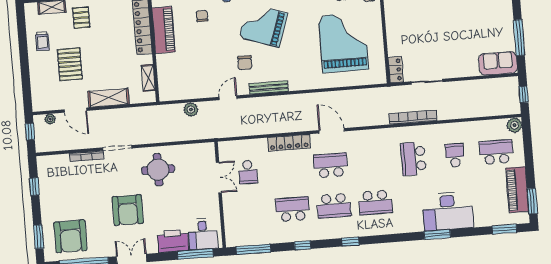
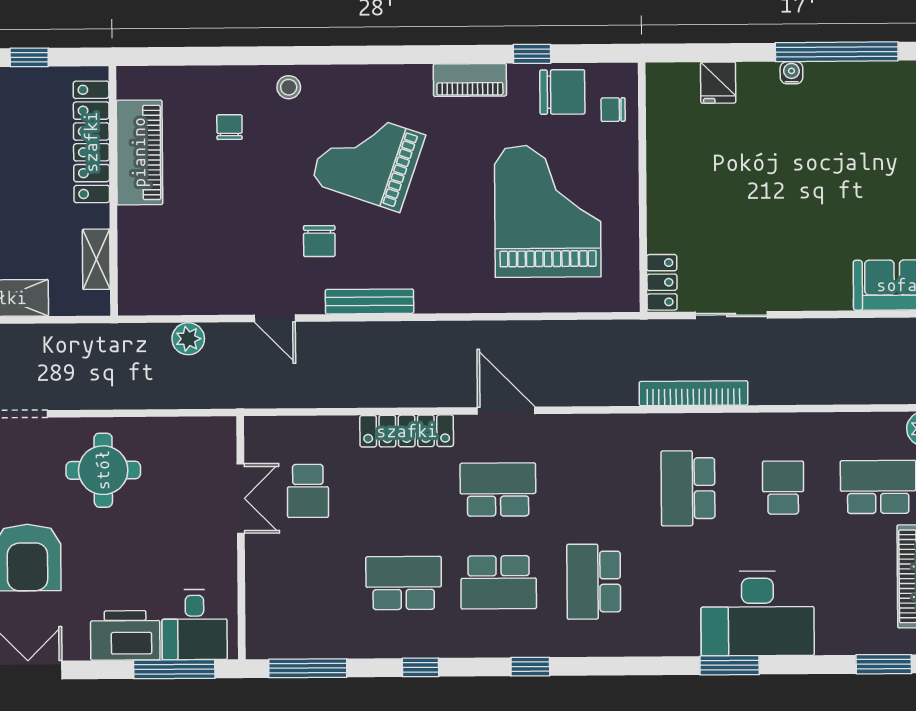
door: (228, 98) -> (275, 318), swing flipped
school desk: (375, 202) -> (594, 582), turned 90

